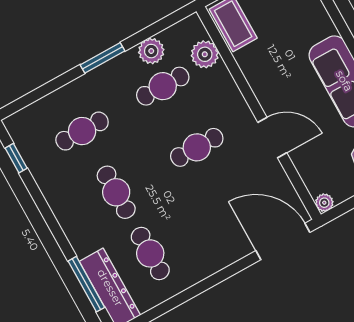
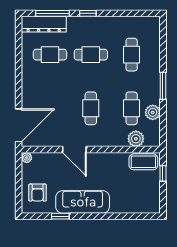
door: (272, 138) -> (74, 150), hinge flipped
window: (16, 158) -> (88, 13), moved

